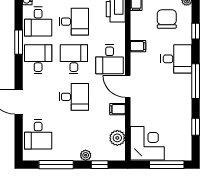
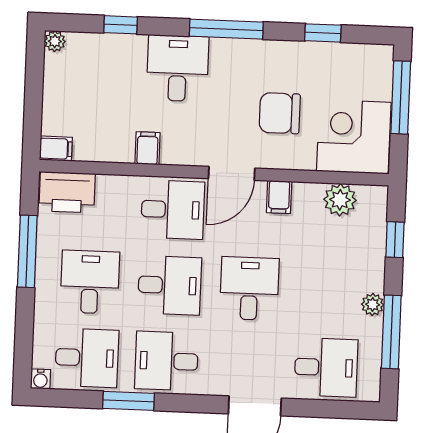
chair: (167, 19) -> (280, 113), moved
desk: (74, 59) -> (170, 285), turned 180
plant: (86, 155) -> (373, 305), moved

